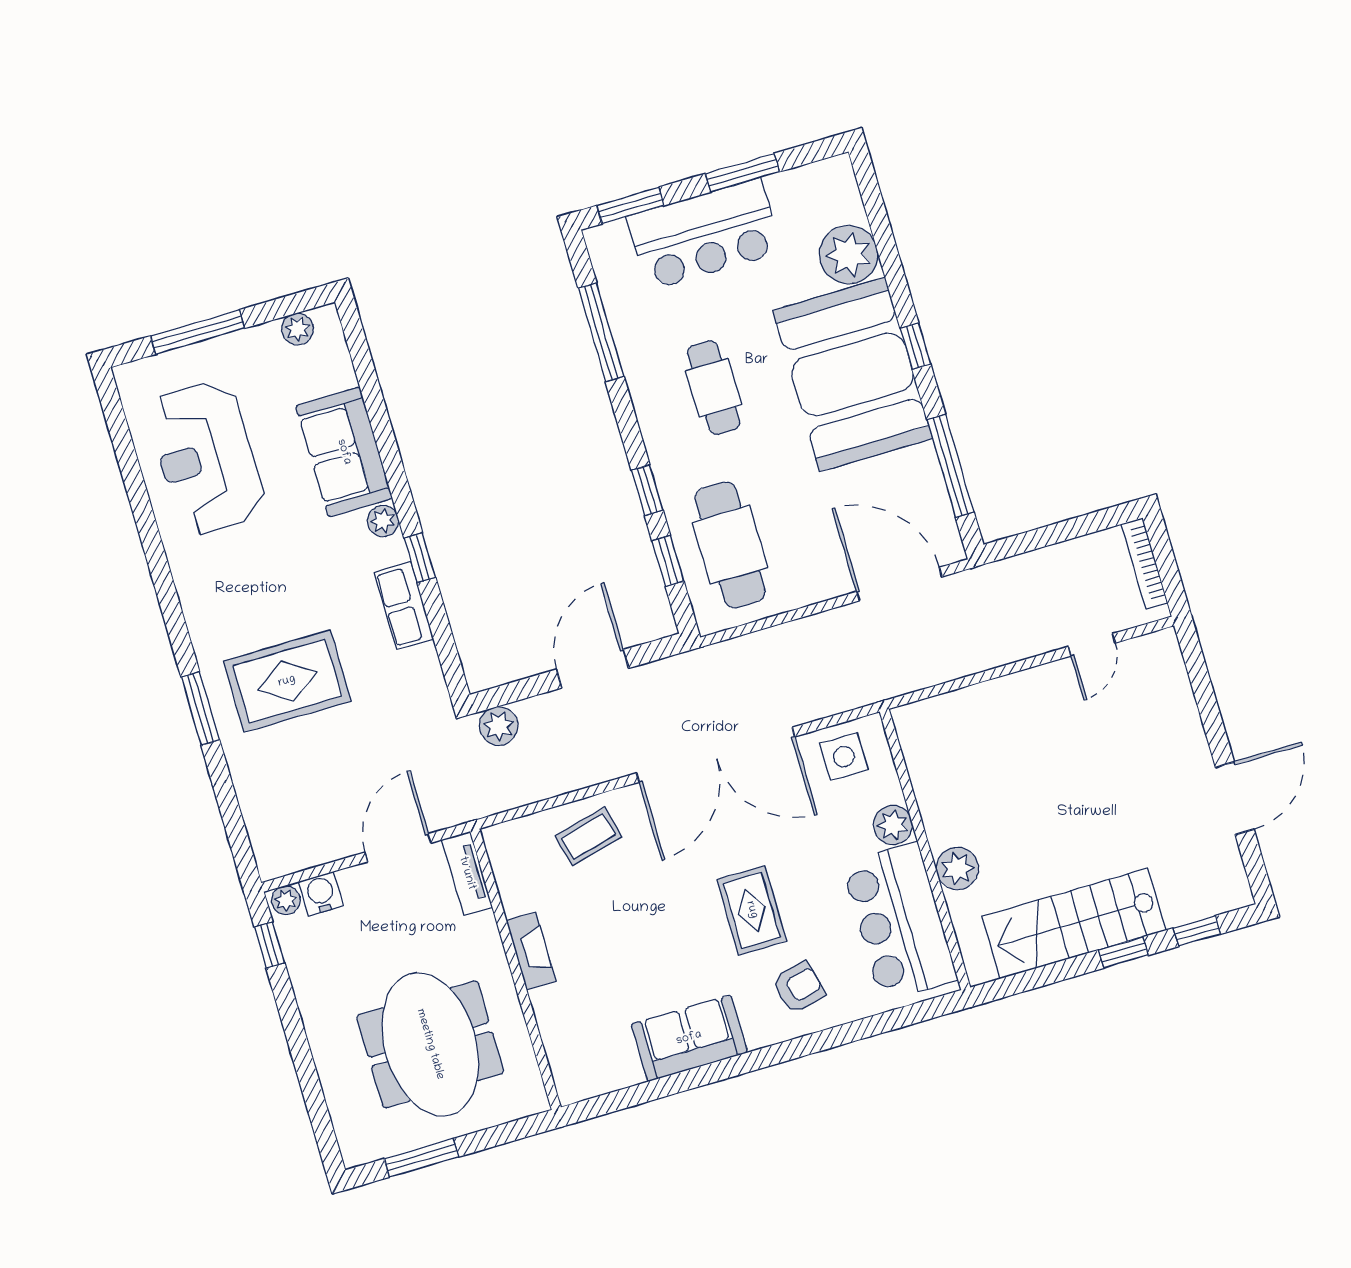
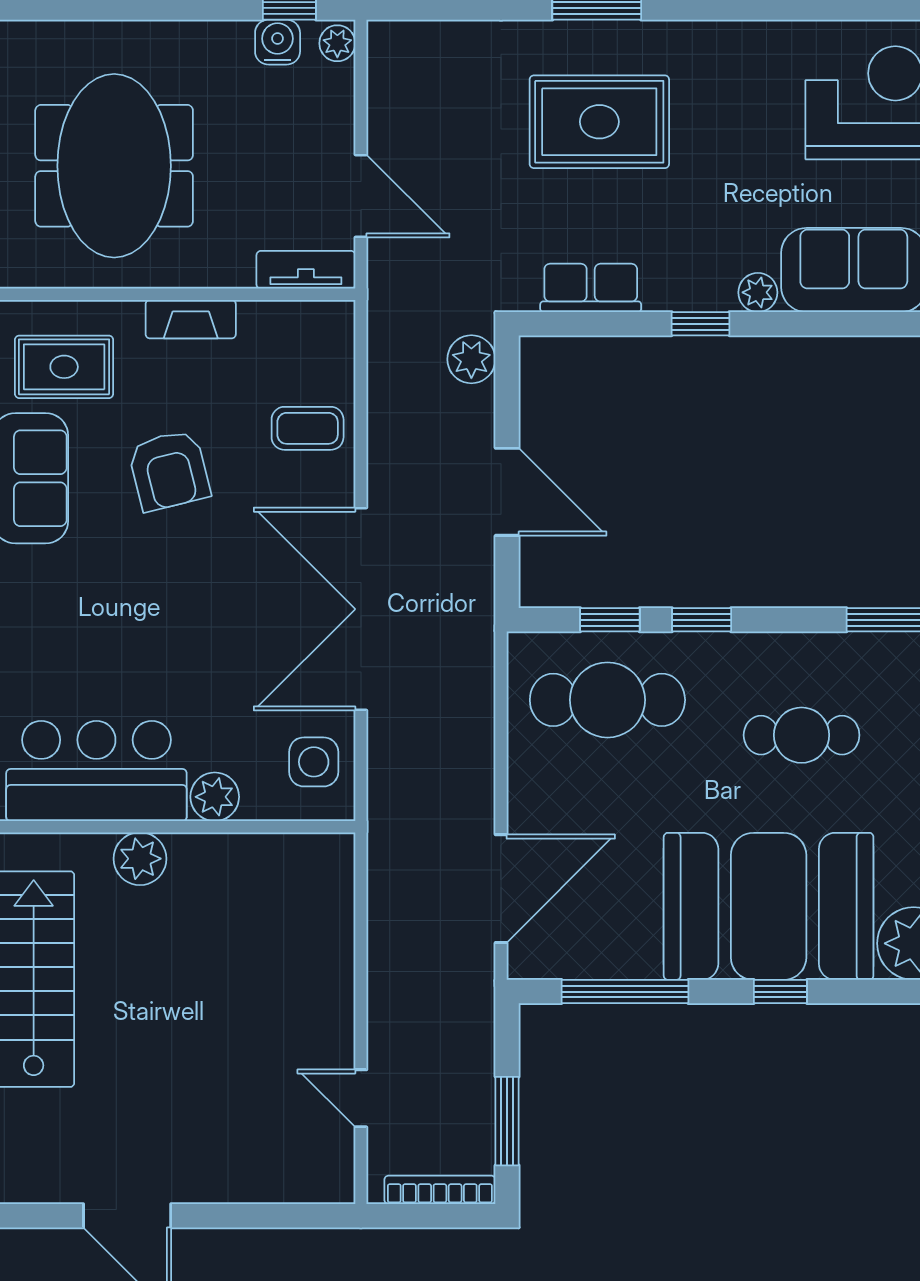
window: (1076, 527) -> (507, 1121), added
row of seats: (404, 606) -> (591, 288), moved
rug: (287, 681) -> (599, 122), turned 90
coffee table: (589, 836) -> (308, 428), turned -76
water cooler: (321, 894) -> (278, 42), moved, turned -90
rug: (752, 910) -> (64, 367), moved
armchair: (799, 987) -> (169, 470), moved, width x1.38, depth x1.38
meeting table: (430, 1044) -> (114, 166), turned 90

